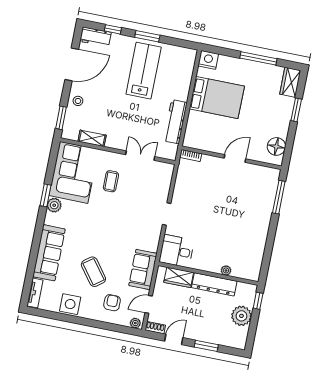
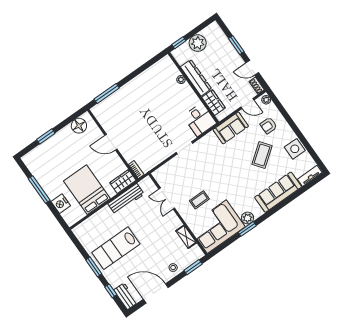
nightstand: (208, 60) -> (61, 204), moved
wardrobe: (290, 82) -> (123, 181), moved, turned 180

